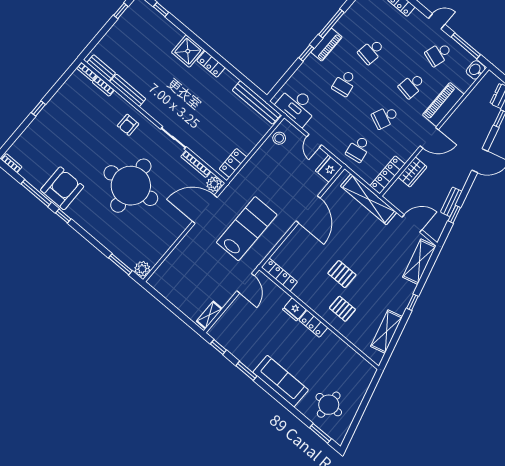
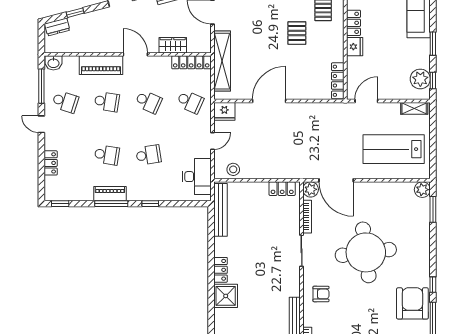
piano: (327, 45) -> (110, 194), moved
school desk: (358, 149) -> (190, 102), turned 33
armchair: (62, 188) -> (412, 303), turned 90
lab bench: (247, 229) -> (394, 149), moved
plant: (228, 338) -> (420, 79), added

